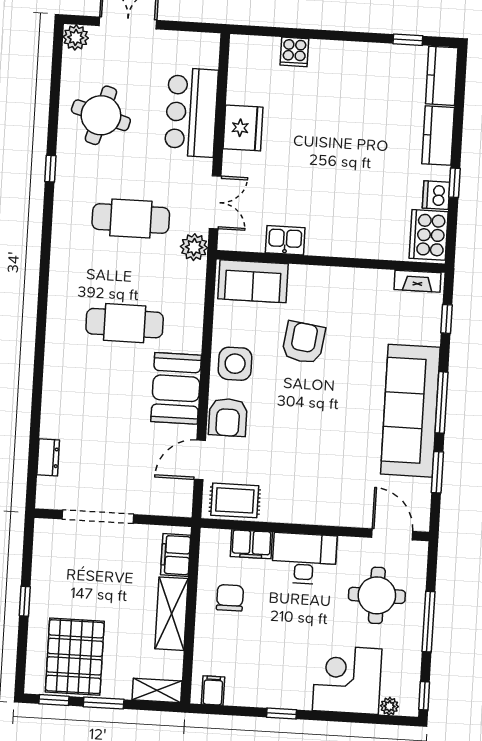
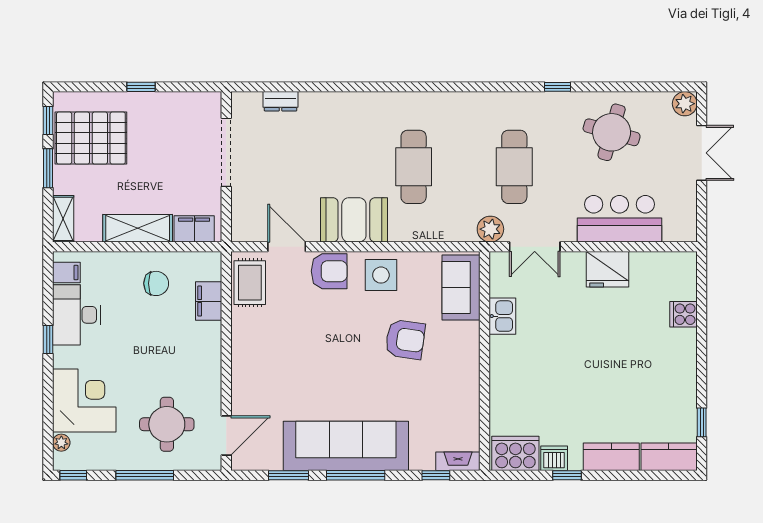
fireplace: (418, 281) -> (458, 461), moved, turned 90
armchair: (228, 417) -> (329, 271), turned 180
desk: (304, 559) -> (76, 315), moved, turned 180

